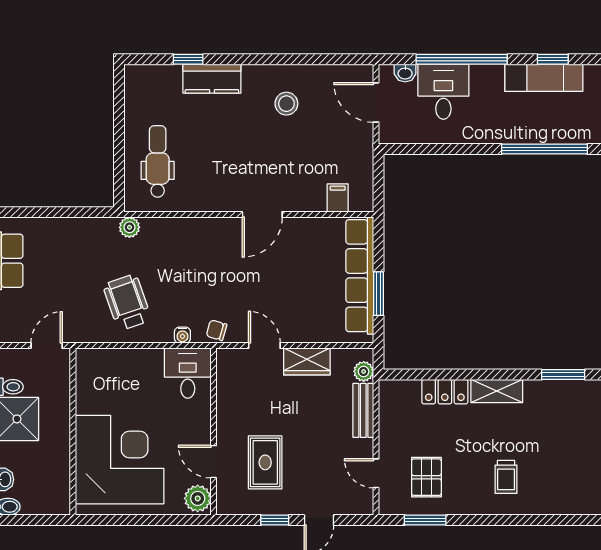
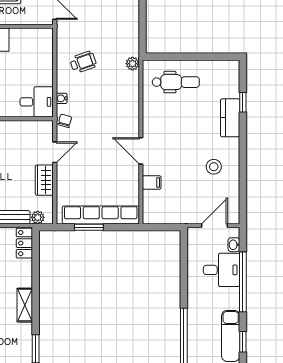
filing cabinet: (338, 198) -> (152, 183), moved
wheelchair: (127, 302) -> (83, 62), width x0.73, depth x0.73
locker: (445, 392) -> (24, 243), moved

